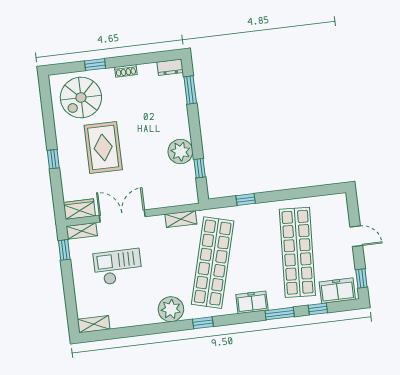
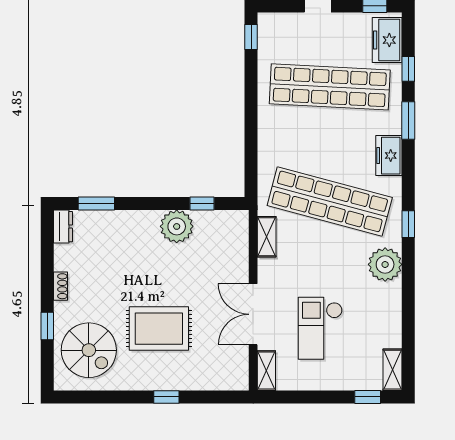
window: (246, 200) -> (251, 37), moved
wardrobe: (79, 209) -> (237, 370), removed
window: (64, 250) -> (368, 397), moved

